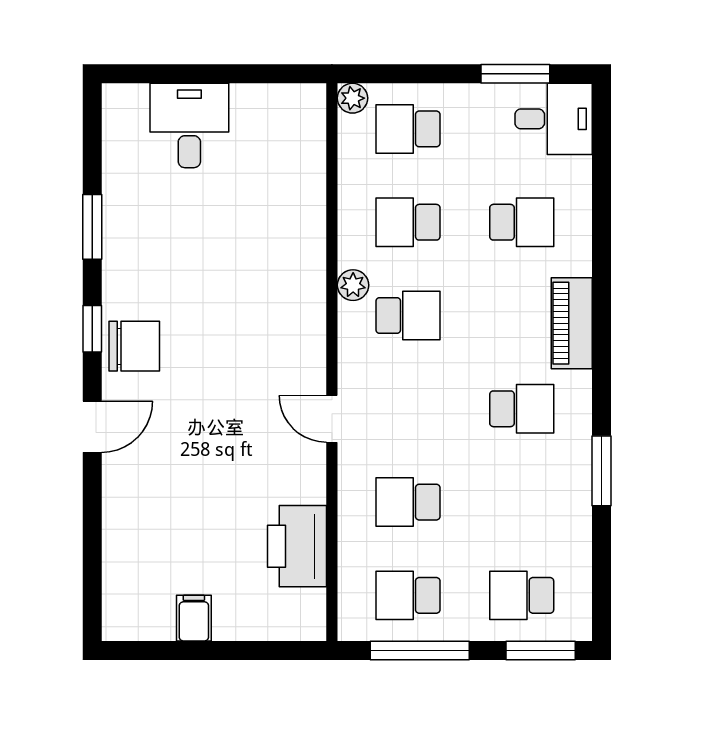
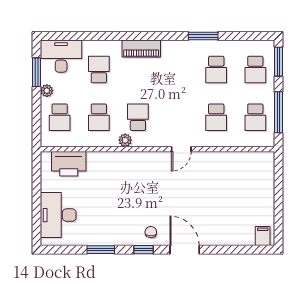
plant: (353, 98) -> (47, 91), moved
desk: (554, 119) -> (61, 56), width x1.37
desk: (189, 125) -> (58, 215), width x1.37
chair: (134, 346) -> (151, 232), width x0.54, depth x0.54
school desk: (522, 409) -> (216, 69), moved, turned 180
door: (92, 427) -> (185, 250), width x1.38
printer: (297, 546) -> (69, 164), moved
filing cabinet: (194, 618) -> (263, 236), moved, turned 90

